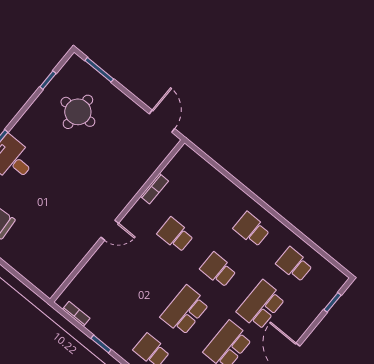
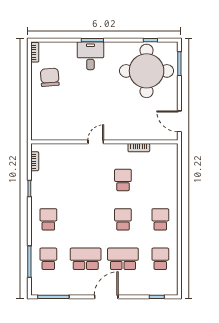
round table: (78, 112) -> (147, 71), width x1.86, depth x1.86
door: (162, 121) -> (179, 121), swing flipped
door: (110, 230) -> (96, 142), swing flipped
school desk: (185, 310) -> (86, 219), removed

